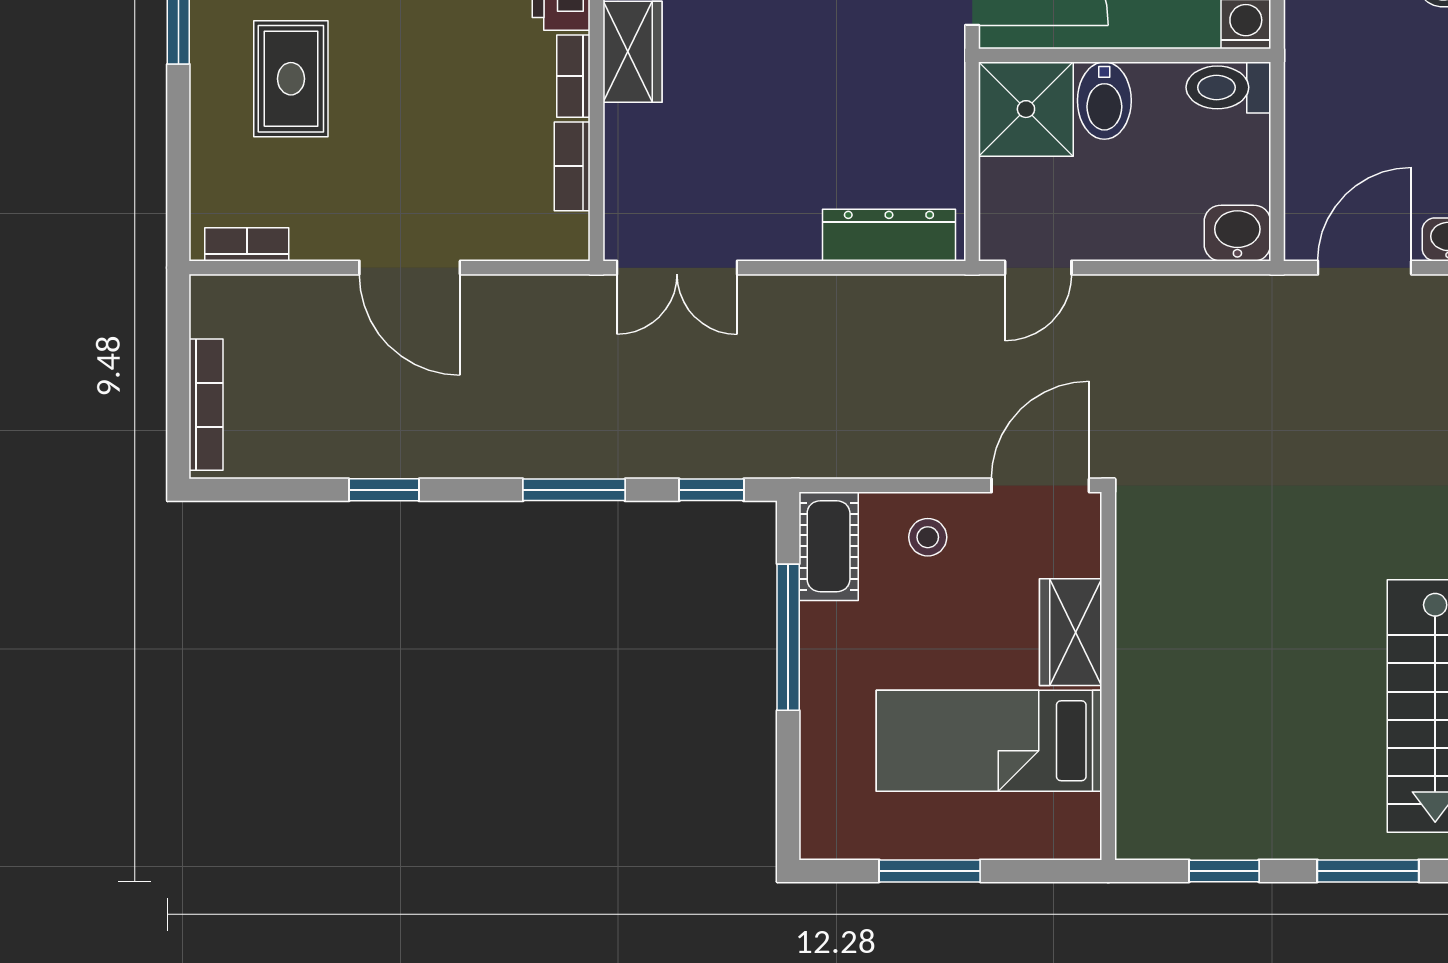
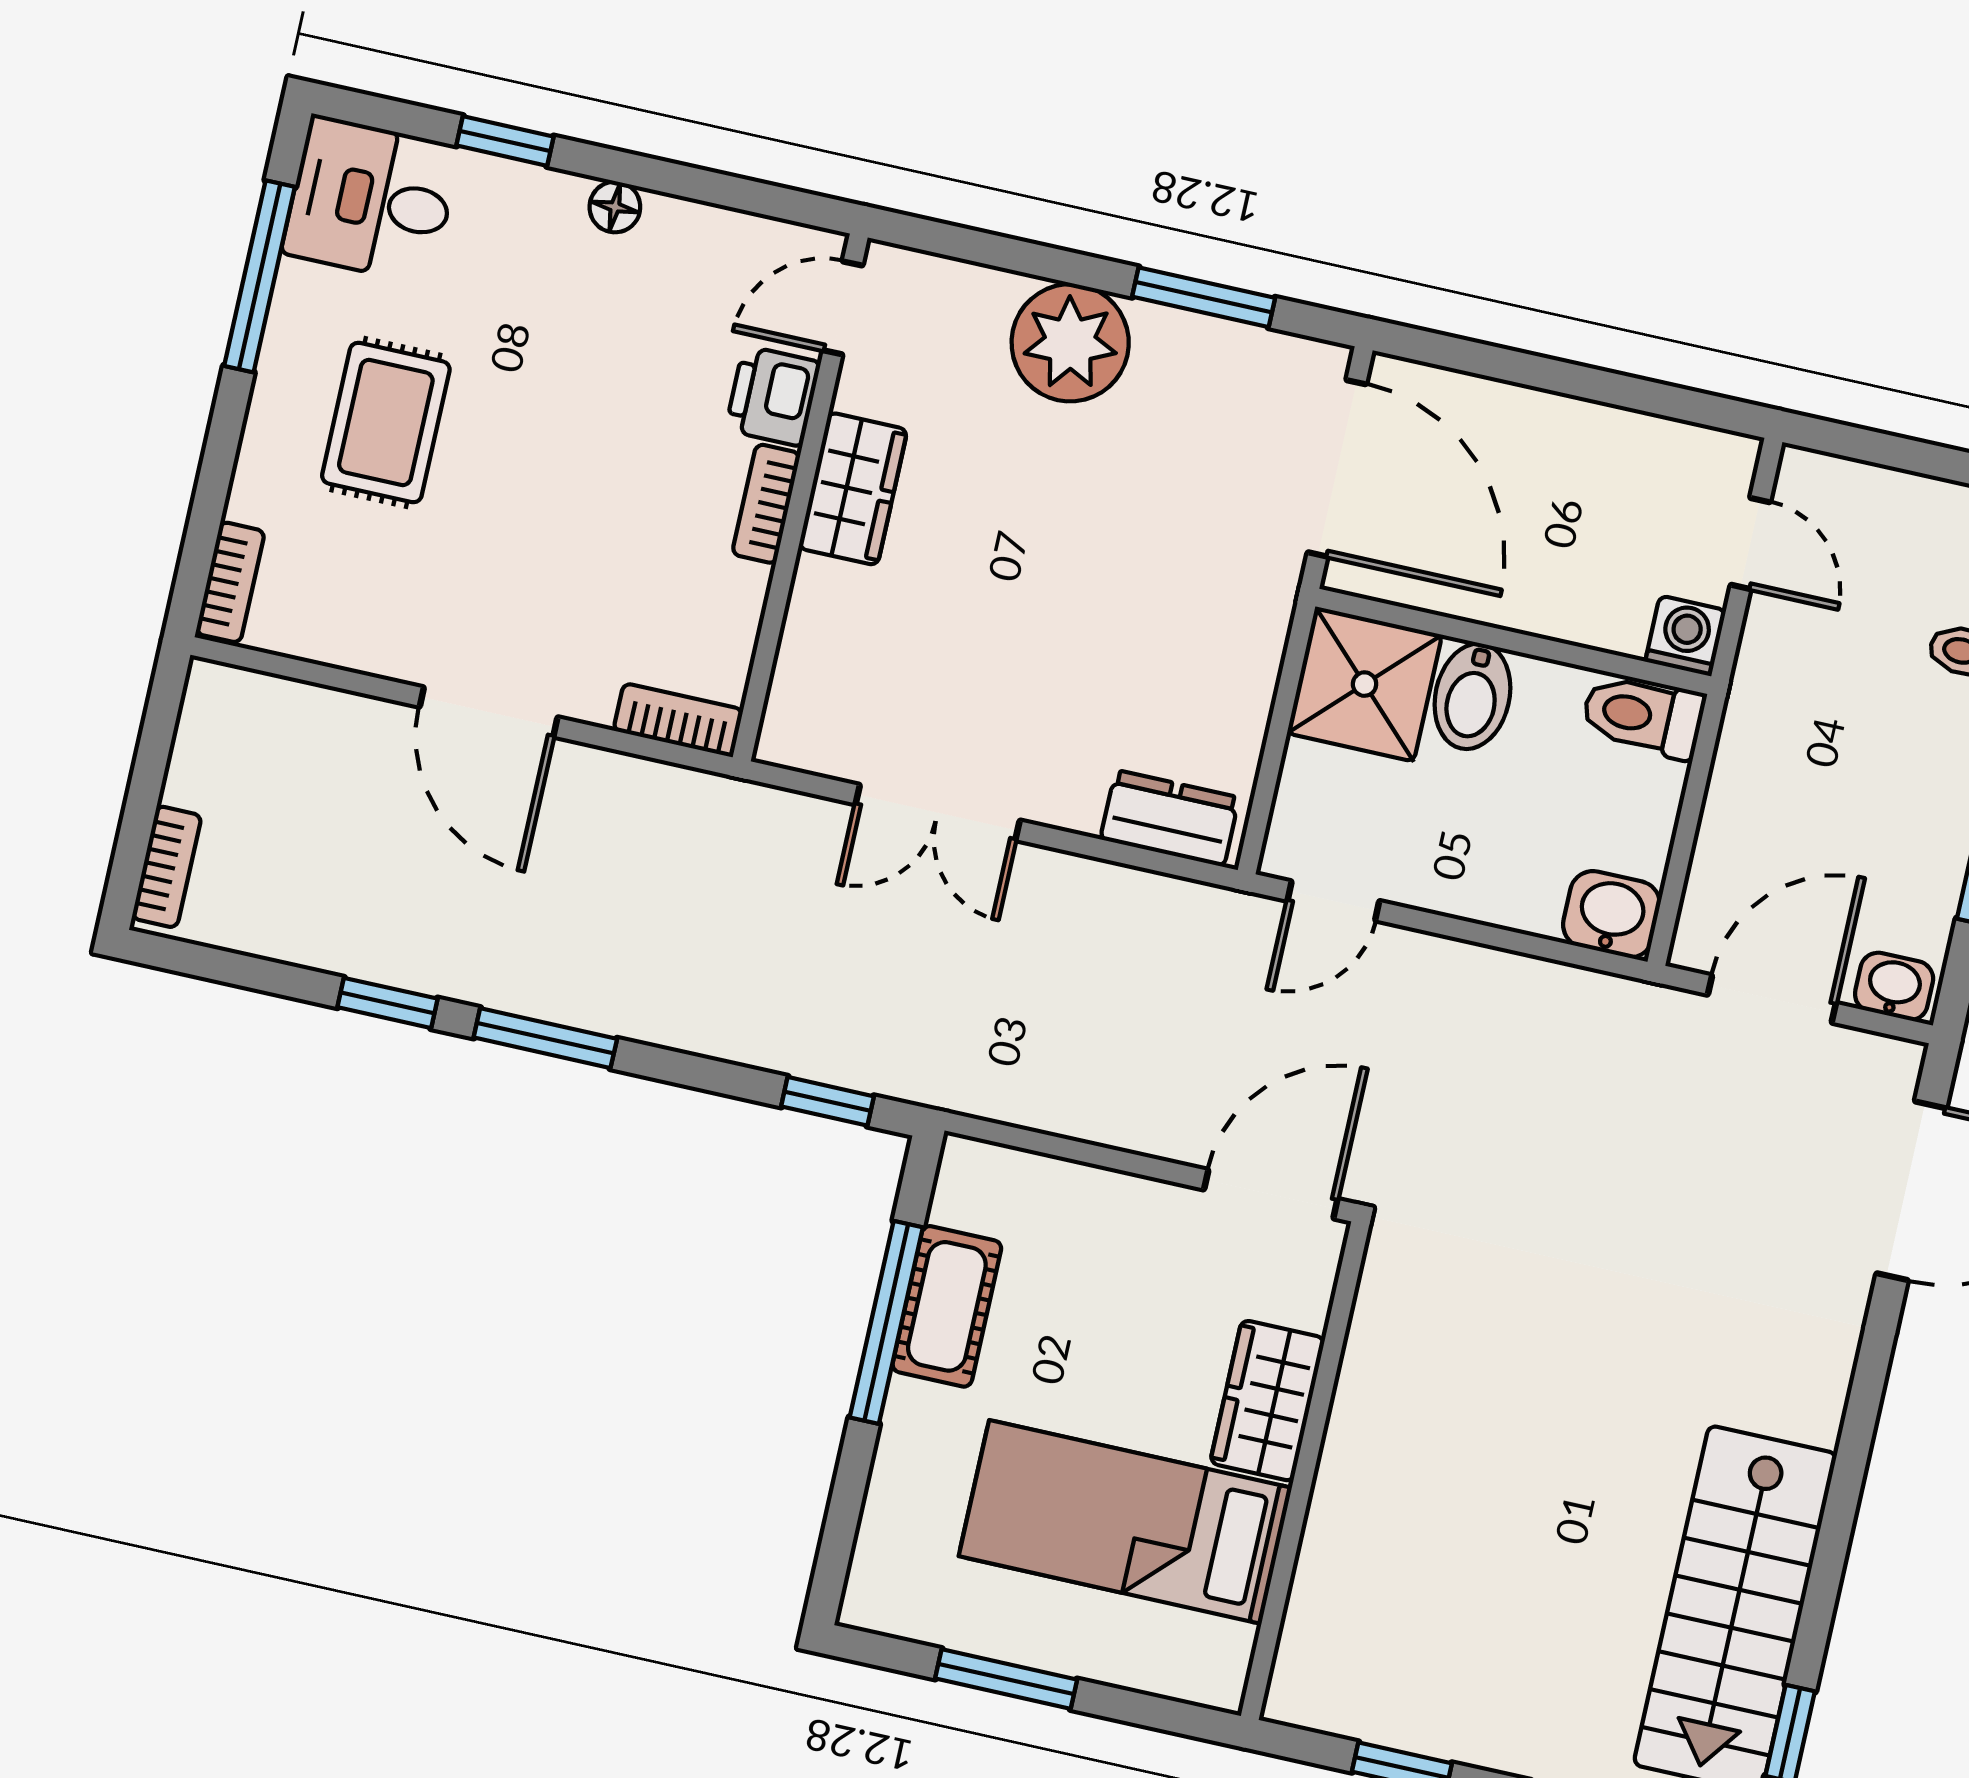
bookcase: (572, 166) -> (678, 720), moved, turned 90
dresser: (889, 235) -> (1170, 818), width x0.70
bookcase: (247, 244) -> (230, 582), moved, turned 90
double door: (677, 268) -> (938, 812), moved
bookcase: (206, 405) -> (167, 867), width x0.64
window: (574, 490) -> (545, 1038), moved
stool: (928, 537) -> (1104, 1230), removed
cot: (829, 546) -> (947, 1306), moved

